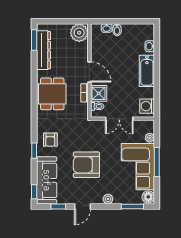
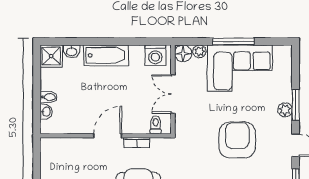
plant: (79, 33) -> (53, 150), removed
shower: (99, 93) -> (51, 56), moved
double door: (119, 119) -> (173, 94), swing flipped
armchair: (86, 165) -> (237, 140), turned 180
floor lamp: (148, 197) -> (183, 53), moved
window: (132, 206) -> (296, 105), moved

